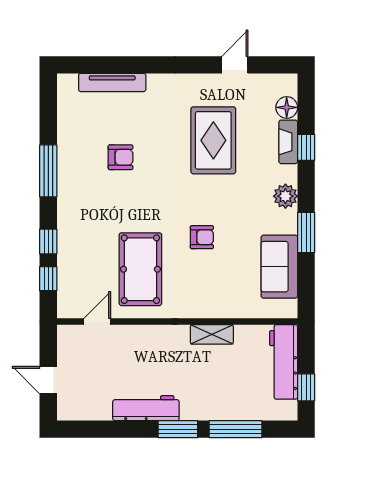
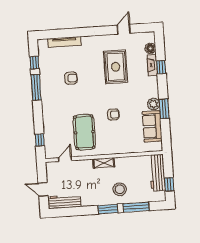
plant: (285, 196) -> (154, 104), moved
window: (48, 242) -> (34, 63), moved
shelving: (212, 334) -> (104, 163), moved
stool: (205, 391) -> (120, 189), added
workbench: (146, 408) -> (64, 202), moved

